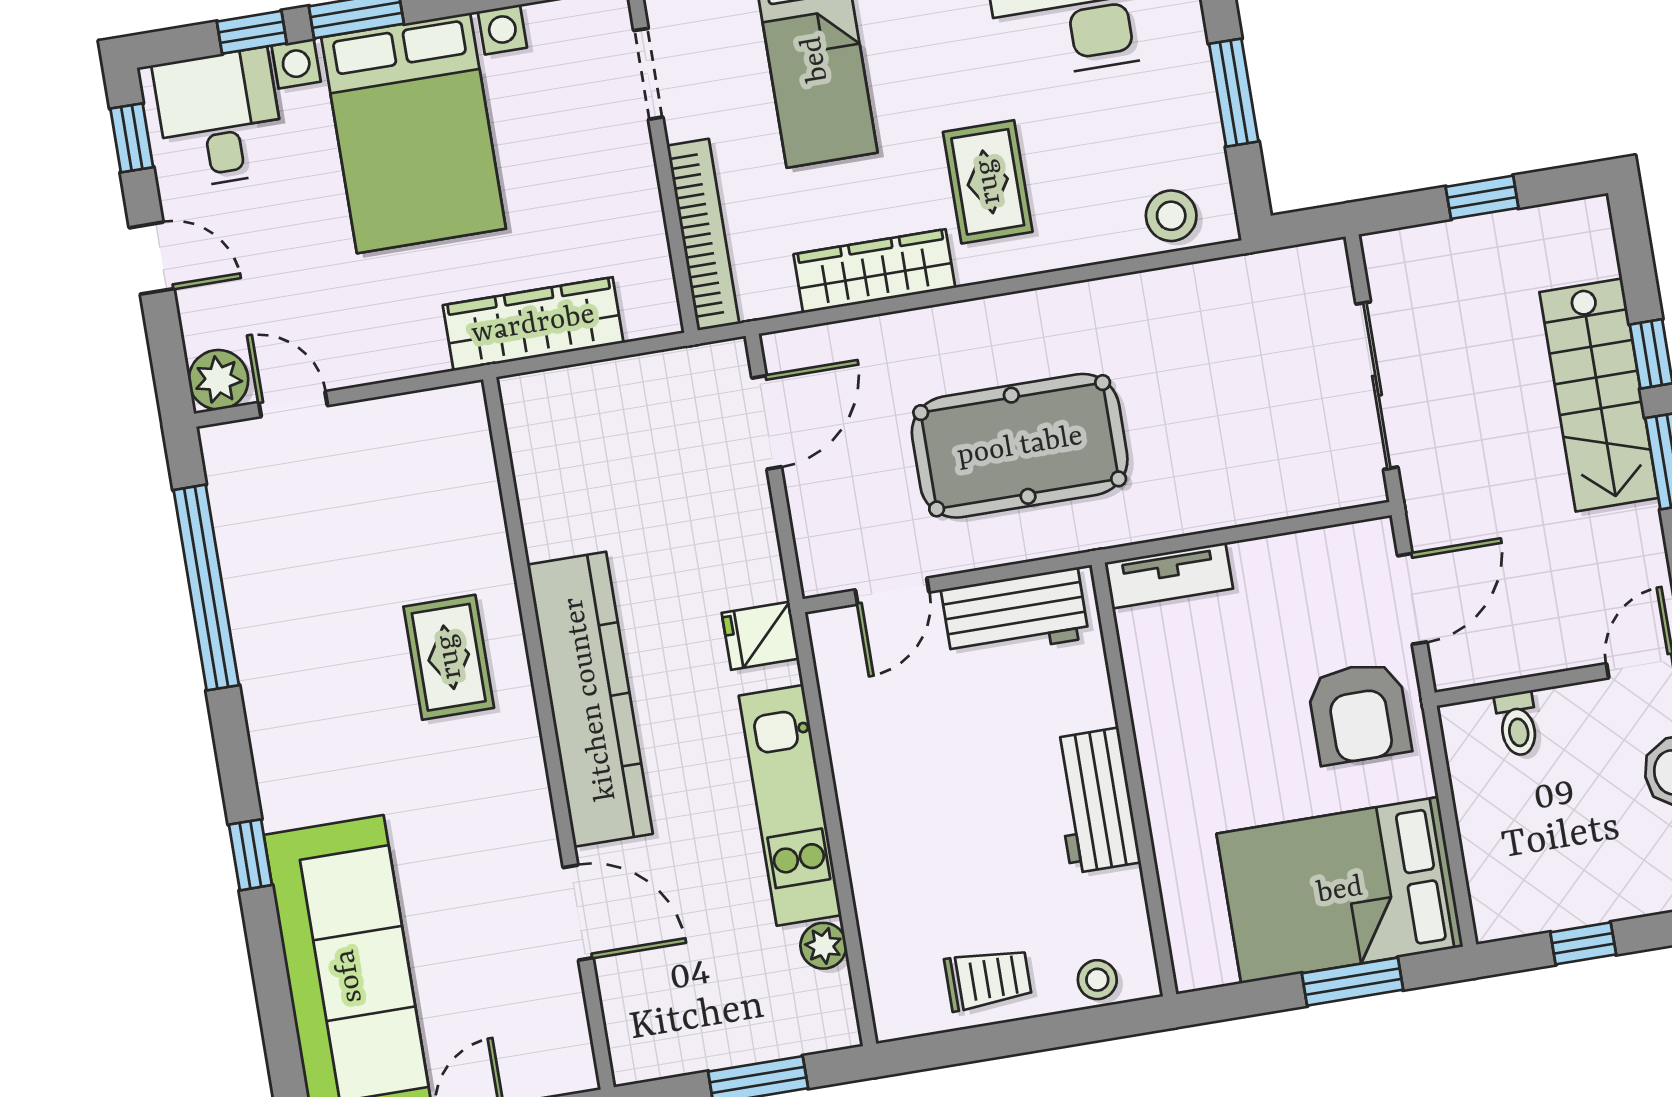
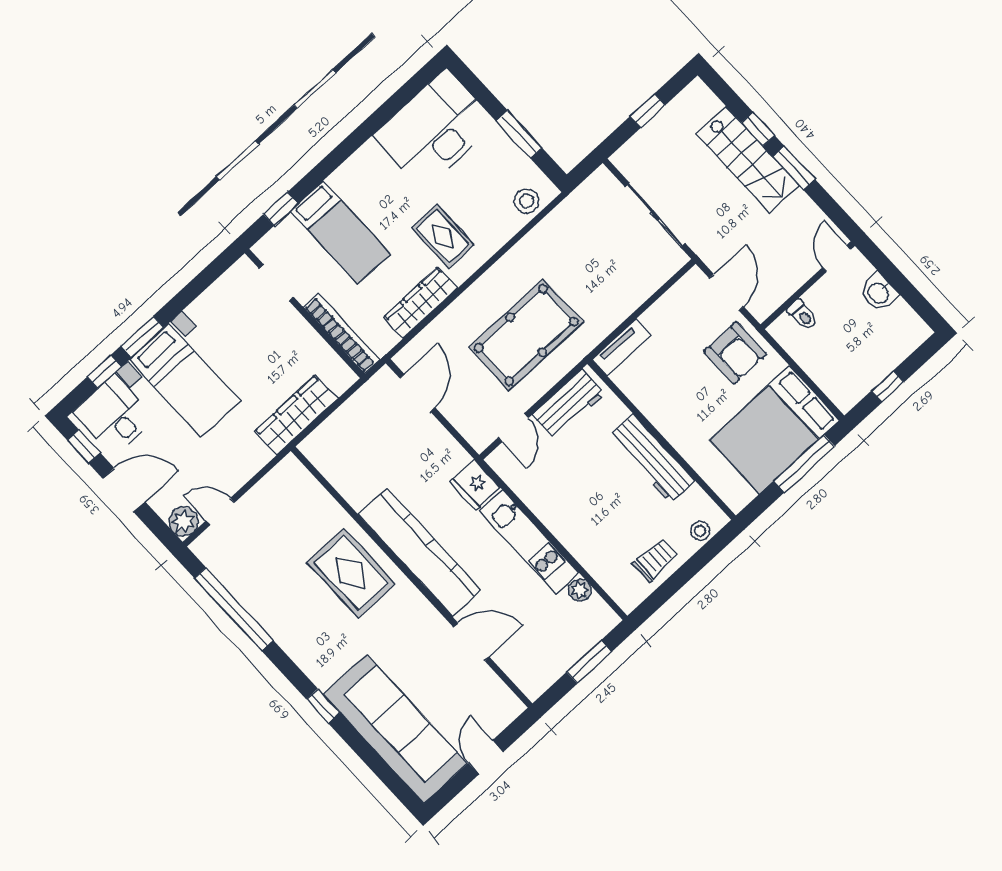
bed with nightstands: (414, 133) -> (185, 380), width x0.73
door: (152, 258) -> (124, 490), width x1.38
fridge: (760, 636) -> (475, 485), width x1.38
rug: (449, 657) -> (351, 573), width x1.36, depth x1.43
workbench: (1095, 801) -> (651, 459), width x1.38
window: (1352, 982) -> (804, 464), width x1.44

